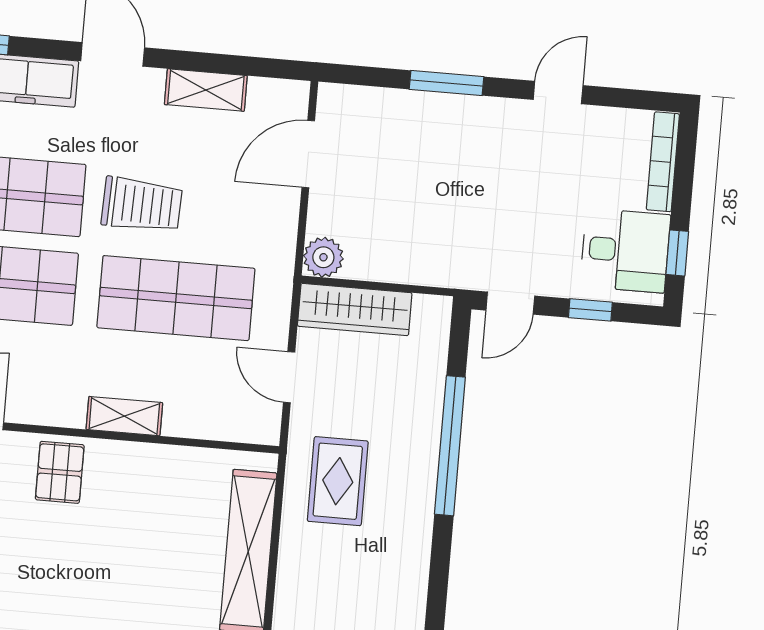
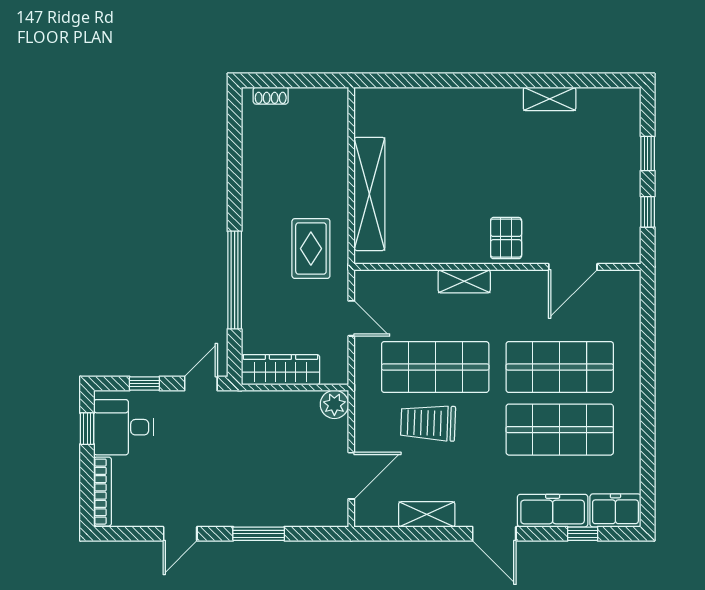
trolley: (142, 205) -> (428, 423), moved
wardrobe: (355, 309) -> (280, 370), moved

